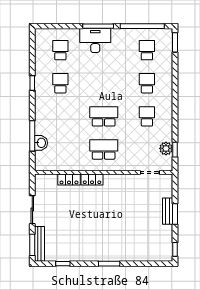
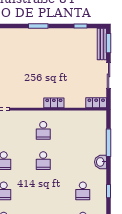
school desk: (104, 116) -> (43, 161), width x0.54
washbasin: (41, 143) -> (101, 162), moved
school desk: (104, 149) -> (43, 130), width x0.54
locker: (69, 180) -> (96, 103), moved

